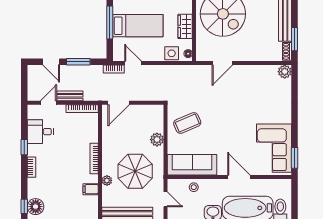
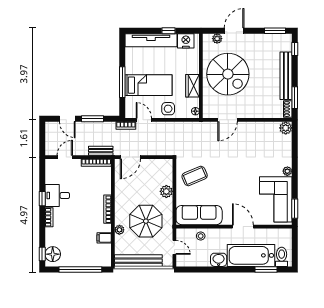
side table: (172, 53) -> (168, 109), moved
bench: (70, 96) -> (101, 151), moved
plant: (286, 118) -> (287, 171), added
desk: (40, 132) -> (57, 195), moved

